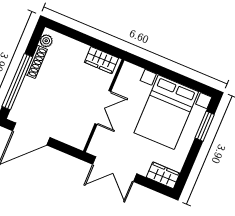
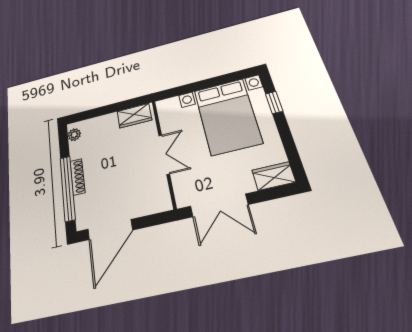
shoe rack: (36, 62) -> (77, 177), moved
window: (205, 126) -> (274, 102), width x0.67

